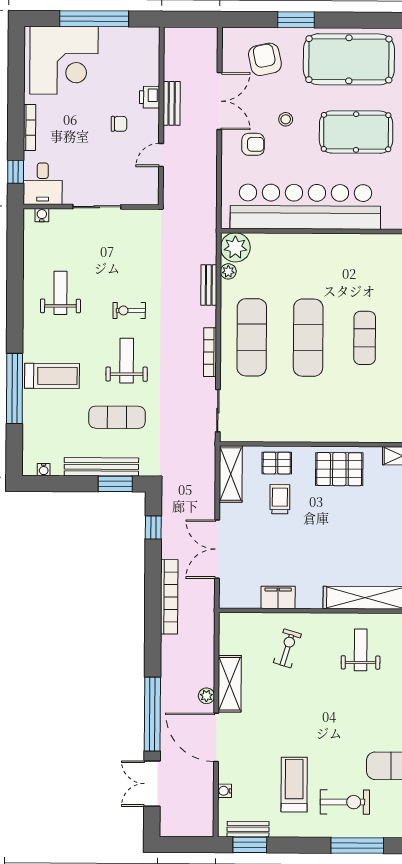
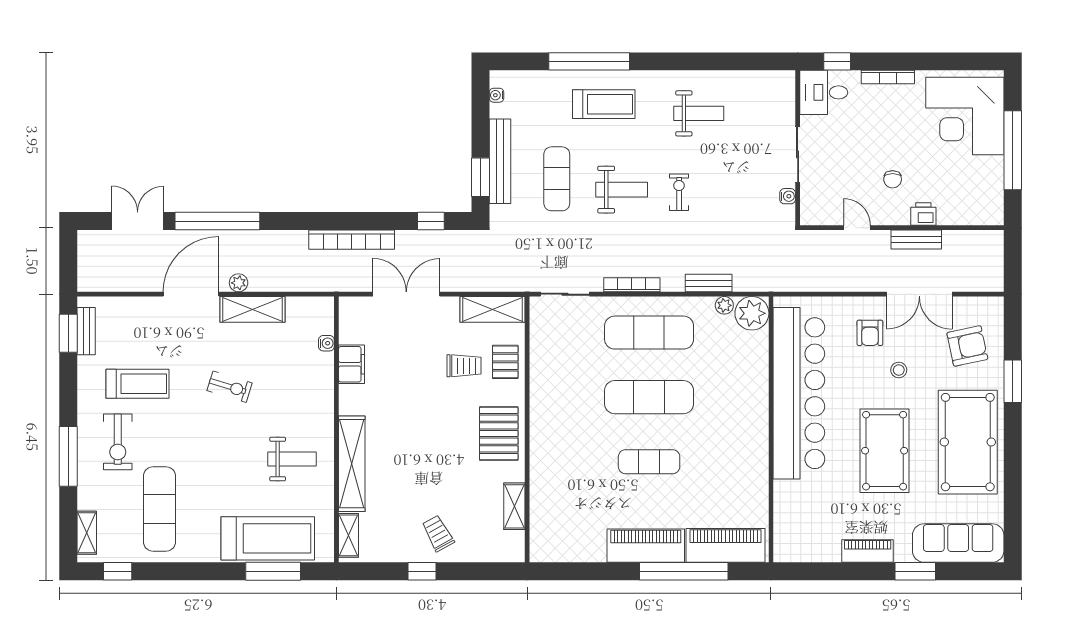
water cooler: (42, 215) -> (788, 196), moved
treadmill: (52, 376) -> (604, 104), turned -90
exercise bike: (287, 648) -> (230, 387), moved
water cooler: (225, 791) -> (326, 343), moved, turned 90

